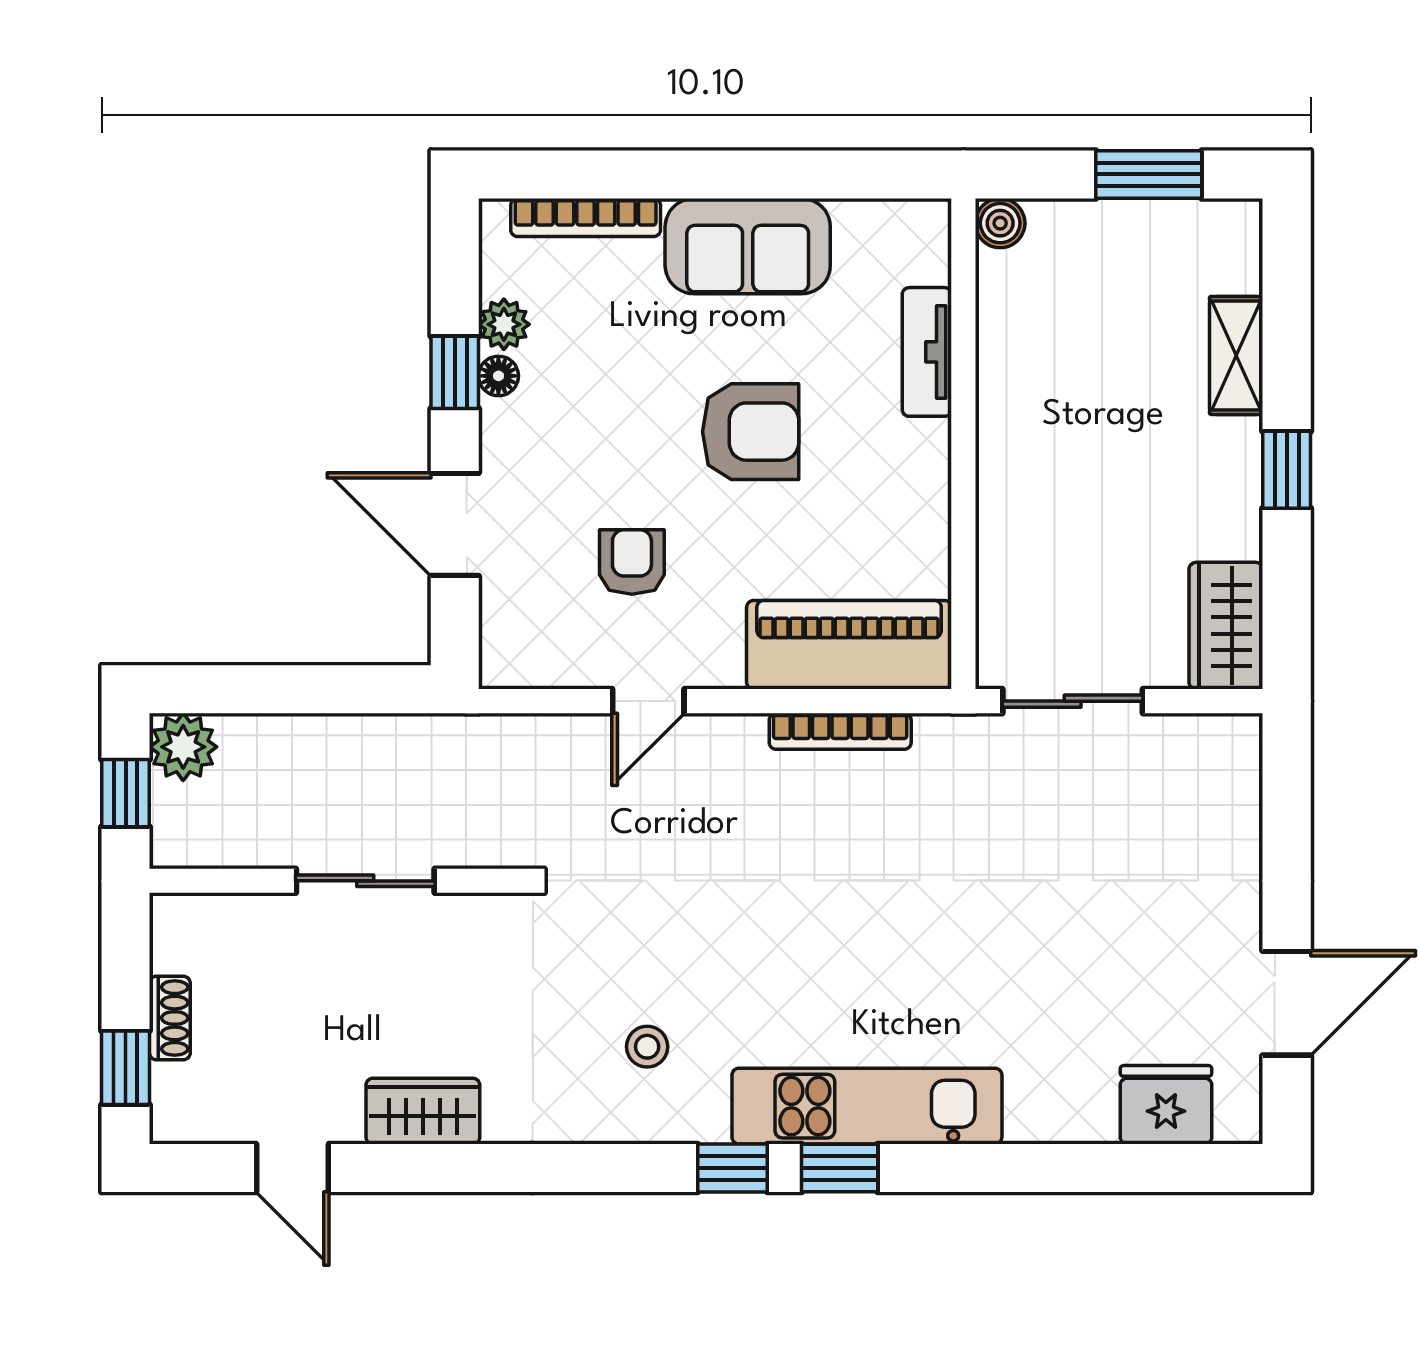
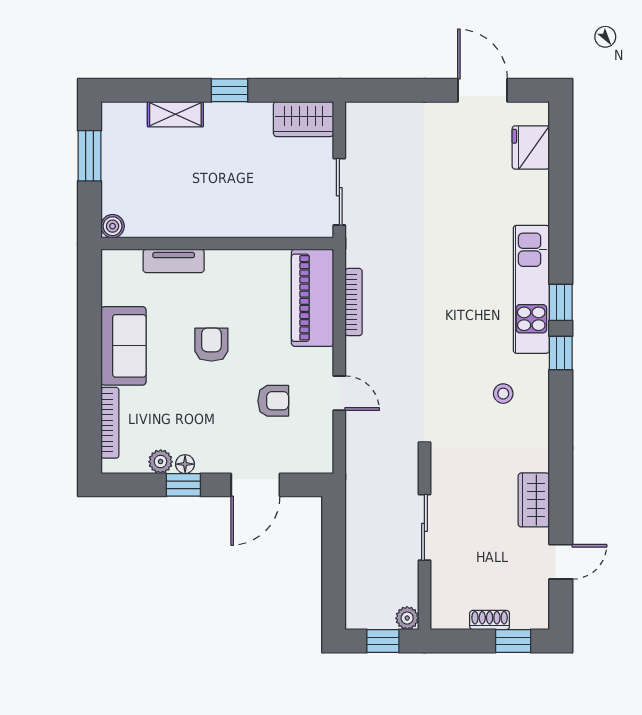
armchair: (751, 432) -> (211, 345), width x0.72, depth x0.72
armchair: (632, 562) -> (273, 401), turned 180
plant: (183, 747) -> (407, 618), moved, width x0.73, depth x0.73

